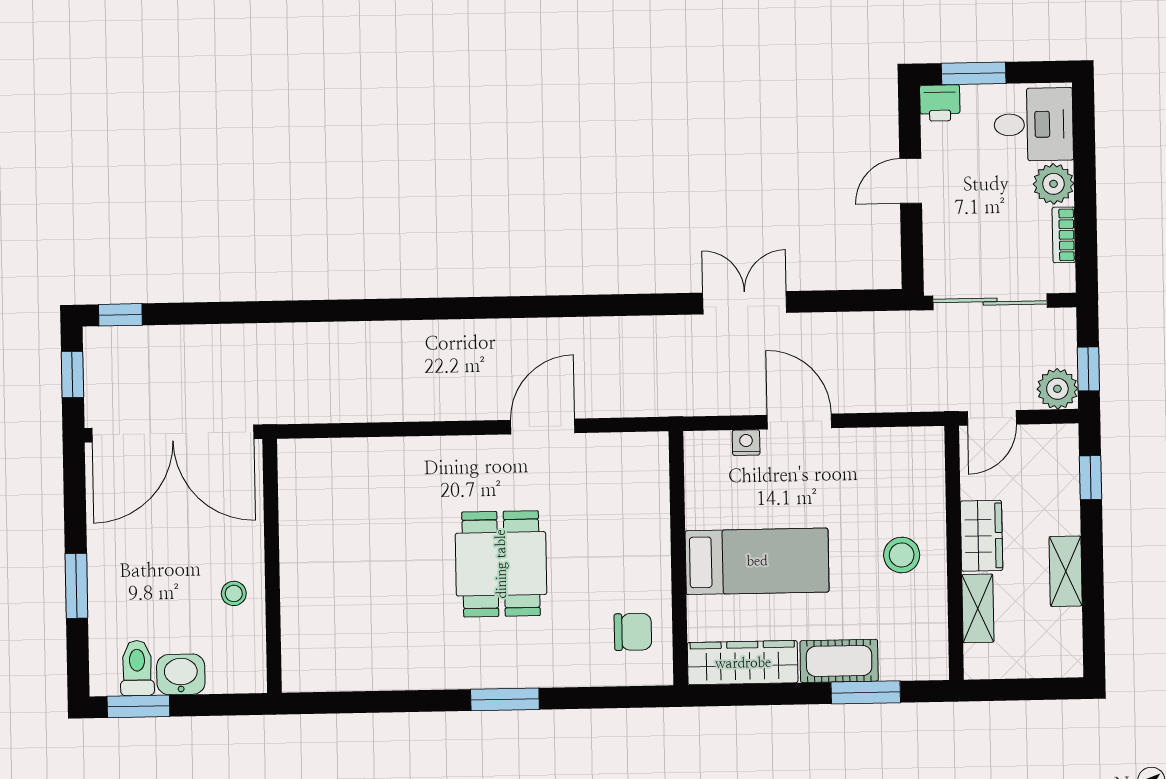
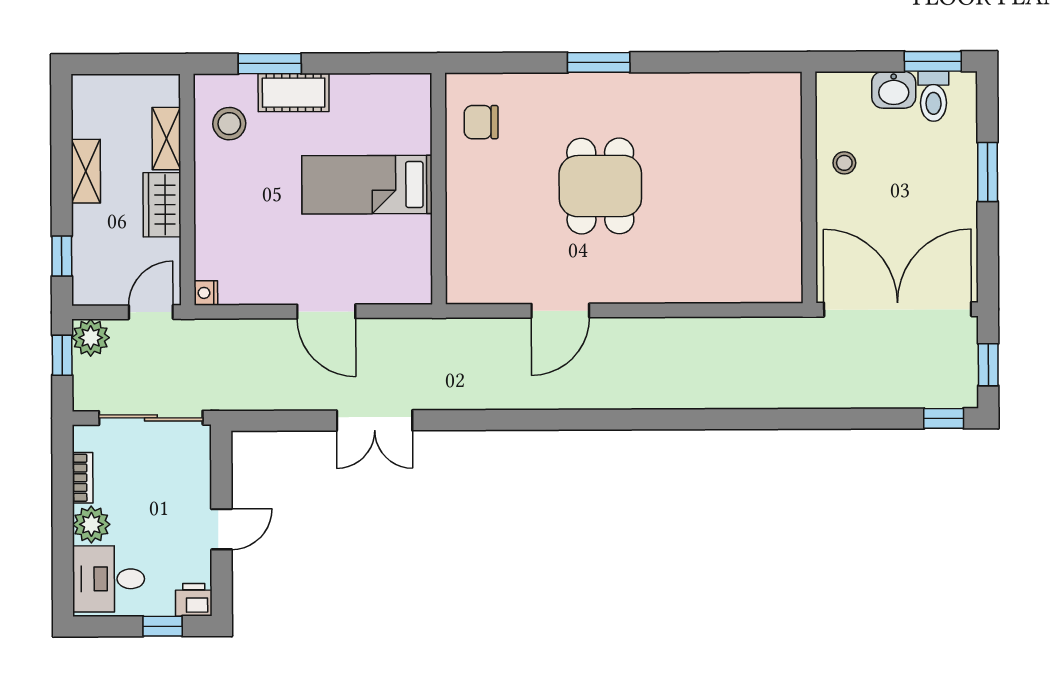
window: (974, 73) -> (163, 626), width x0.67
nightstand: (746, 443) -> (206, 293), moved, turned 90
stool: (902, 555) -> (229, 124), moved
wardrobe: (743, 663) -> (382, 92), removed

